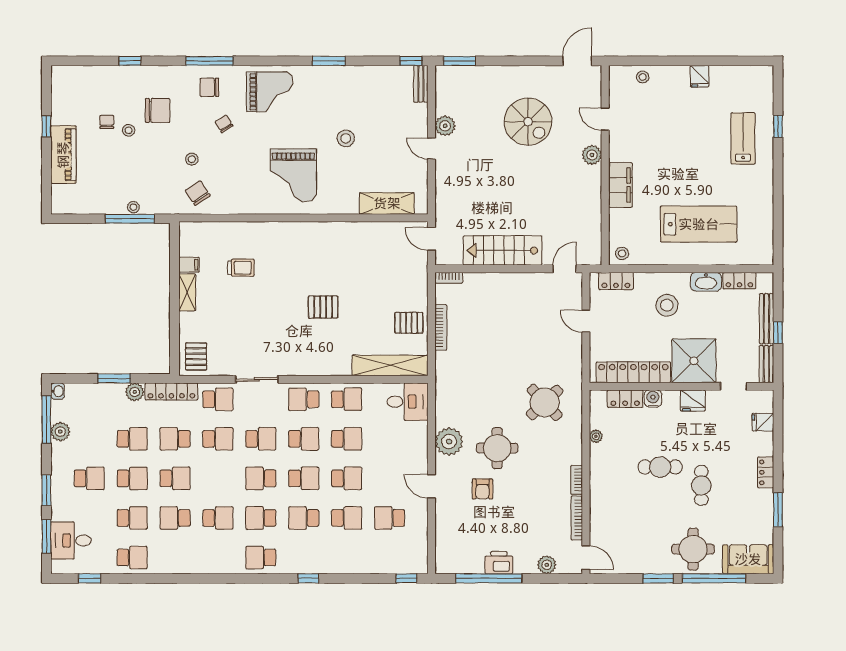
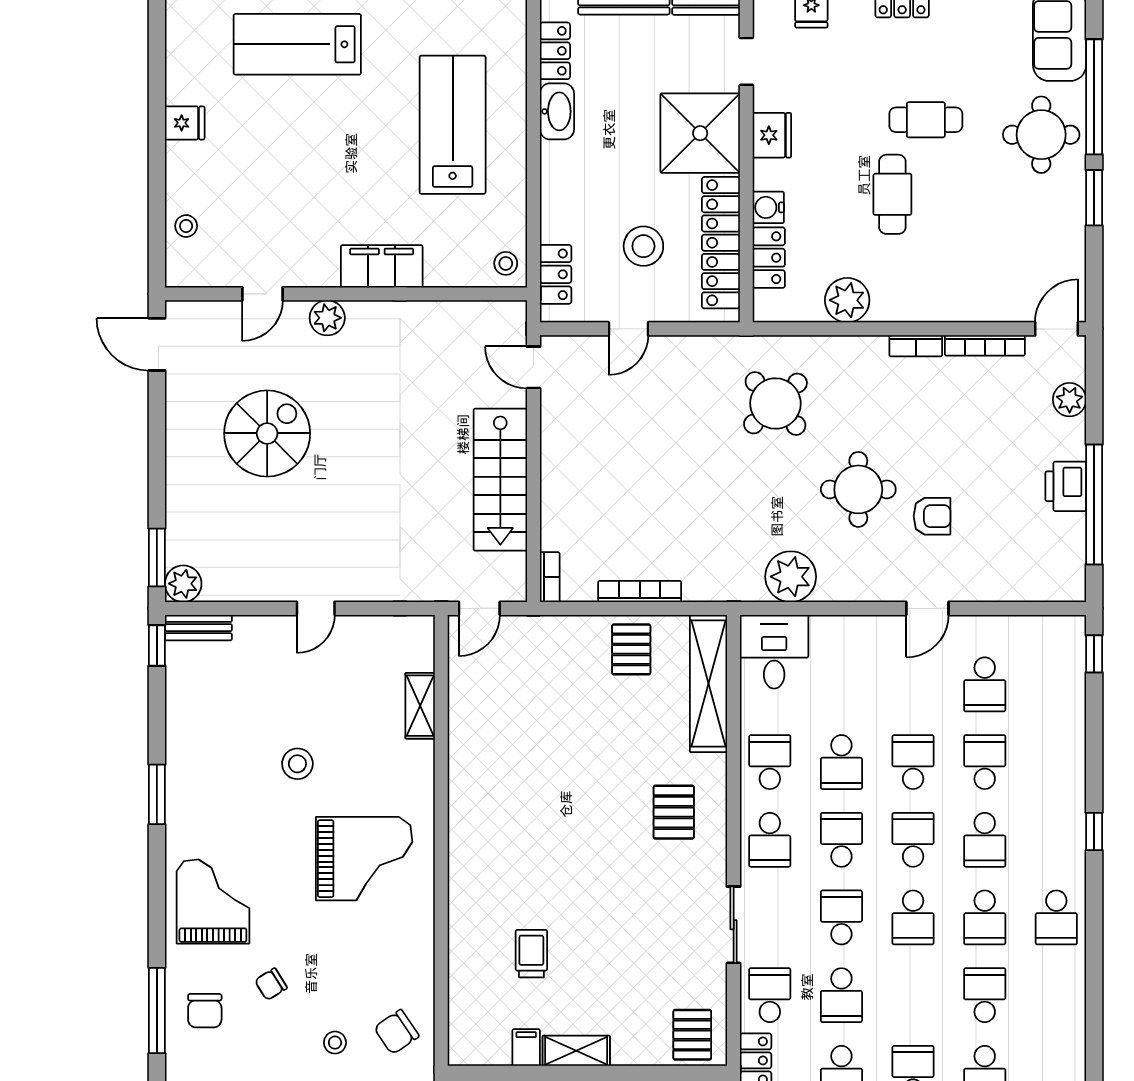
plant: (445, 126) -> (183, 584), moved
lab bench: (743, 138) -> (297, 44), width x1.36, depth x1.39
shelving: (387, 203) -> (420, 706), width x0.67, depth x0.75
stool: (667, 305) -> (643, 246), moved
pallet: (323, 307) -> (674, 812), moved
pallet: (196, 356) -> (692, 1035), turned 90
plant: (596, 436) -> (847, 300), width x1.88, depth x1.88
school desk: (218, 439) -> (841, 995), turned 180
school desk: (347, 439) -> (841, 762), turned 180
plant: (449, 442) -> (791, 577), moved

